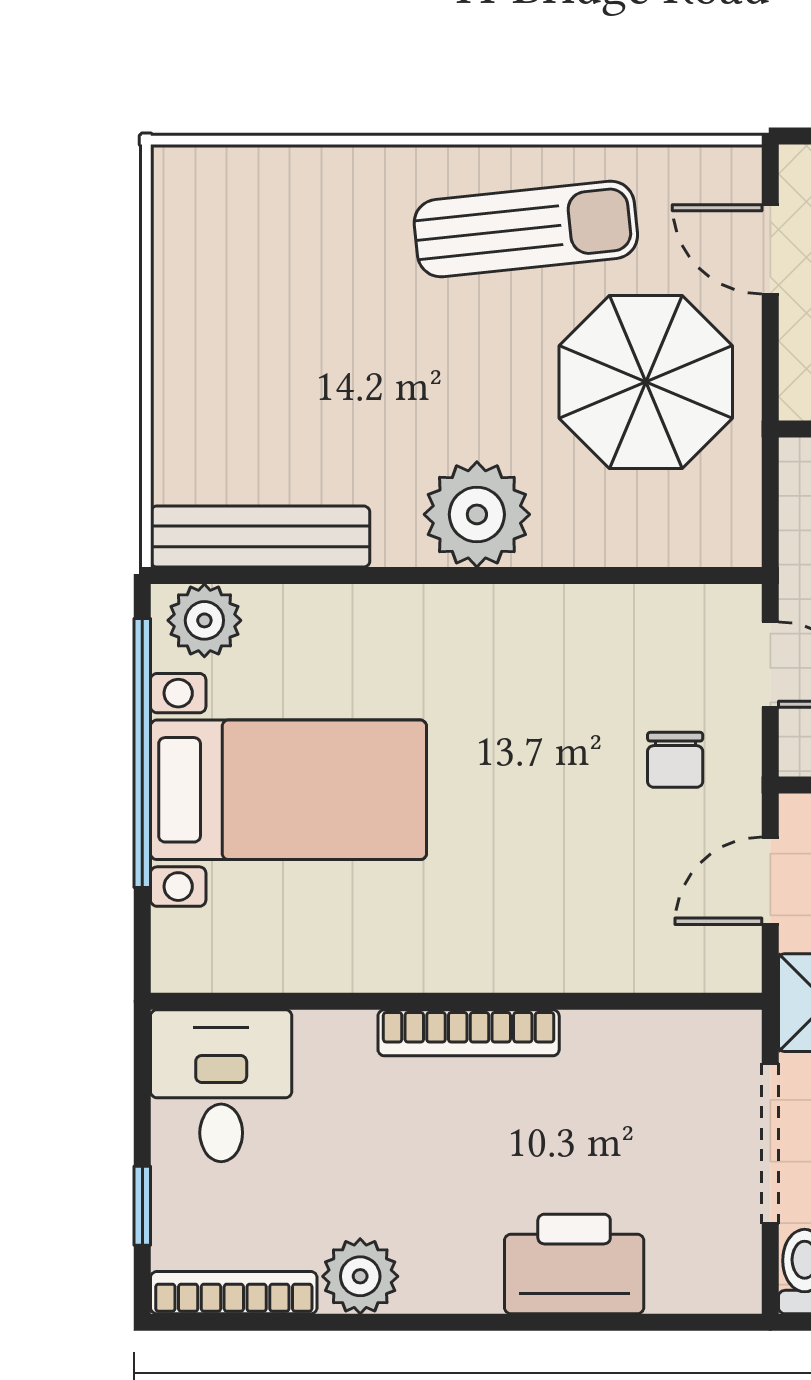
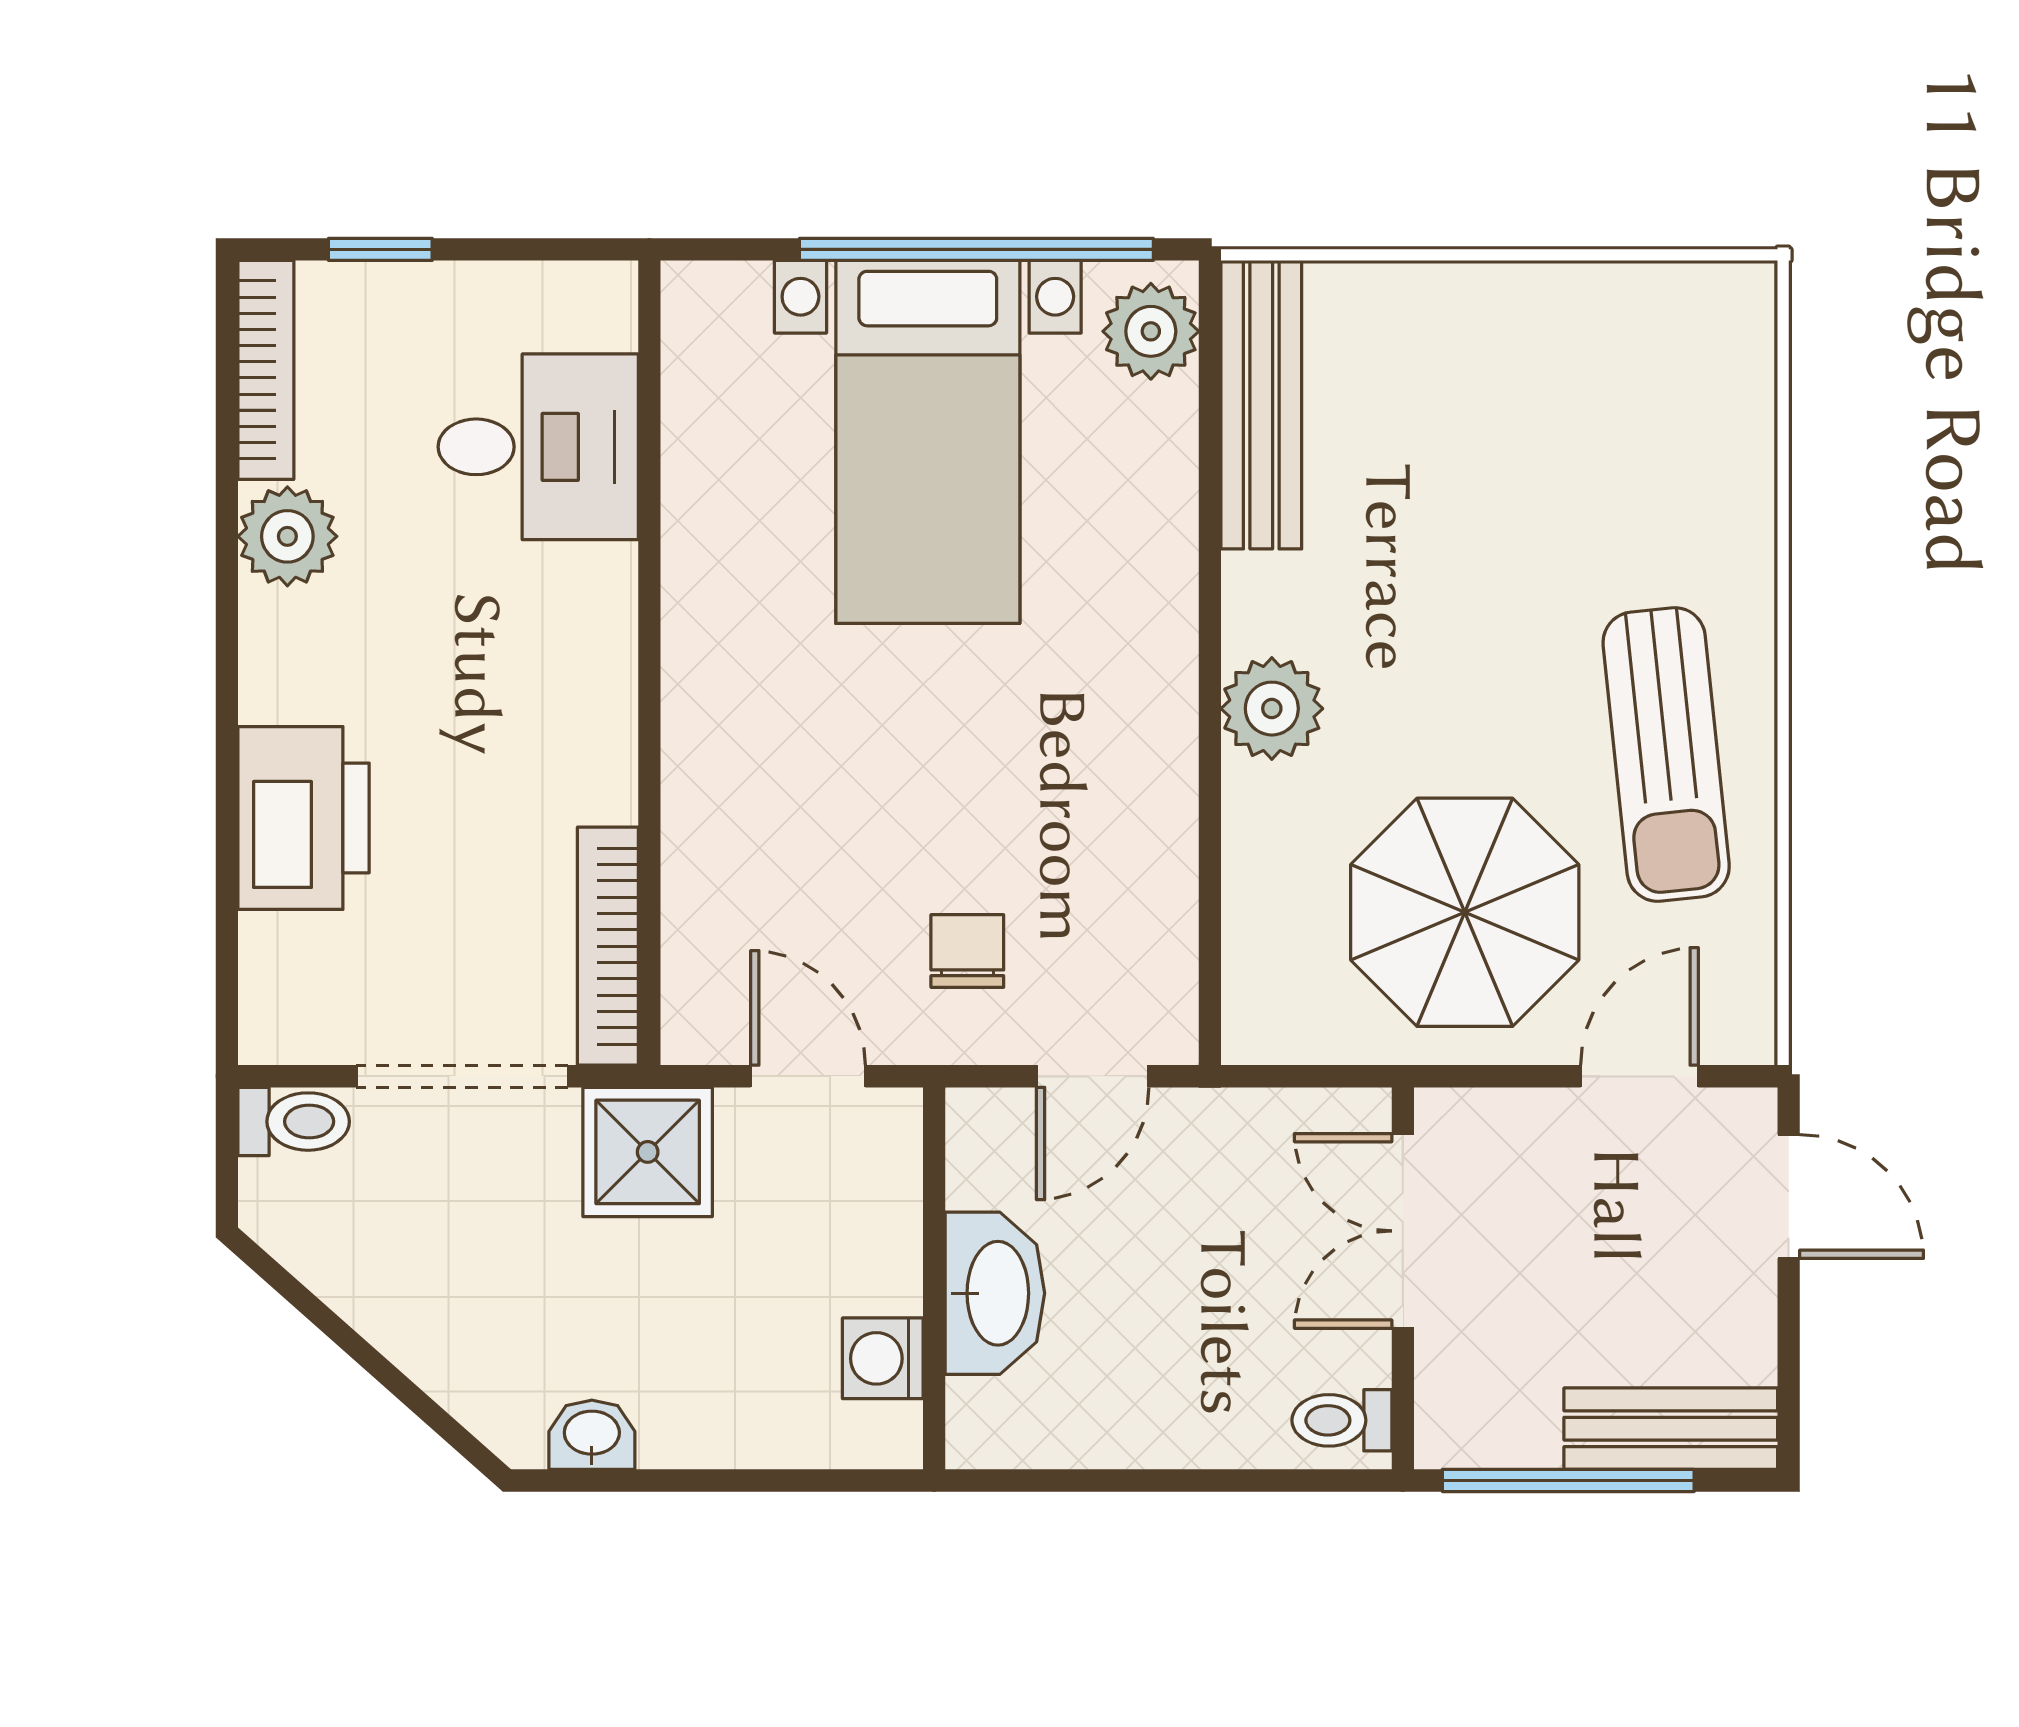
plant: (477, 514) -> (1272, 709), width x0.73, depth x0.73
chair: (675, 760) -> (967, 951), turned 90
bookcase: (469, 1033) -> (608, 946), moved
desk: (221, 1086) -> (538, 447), moved

